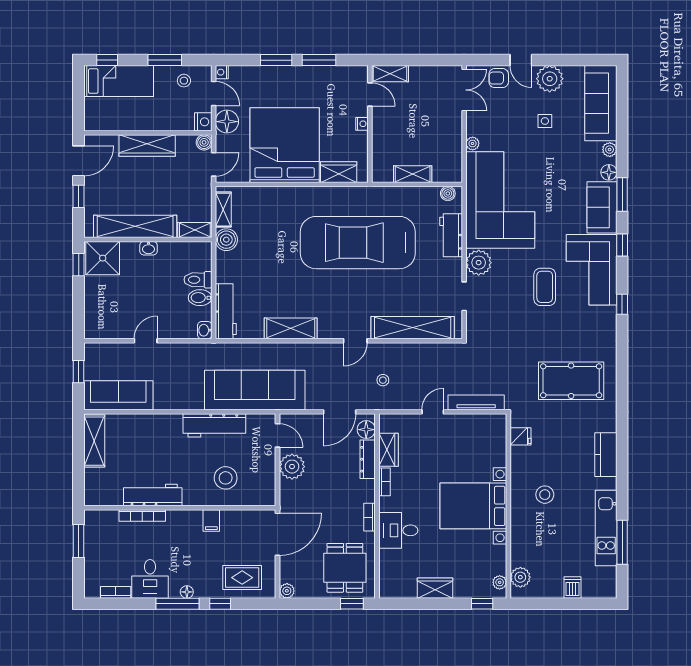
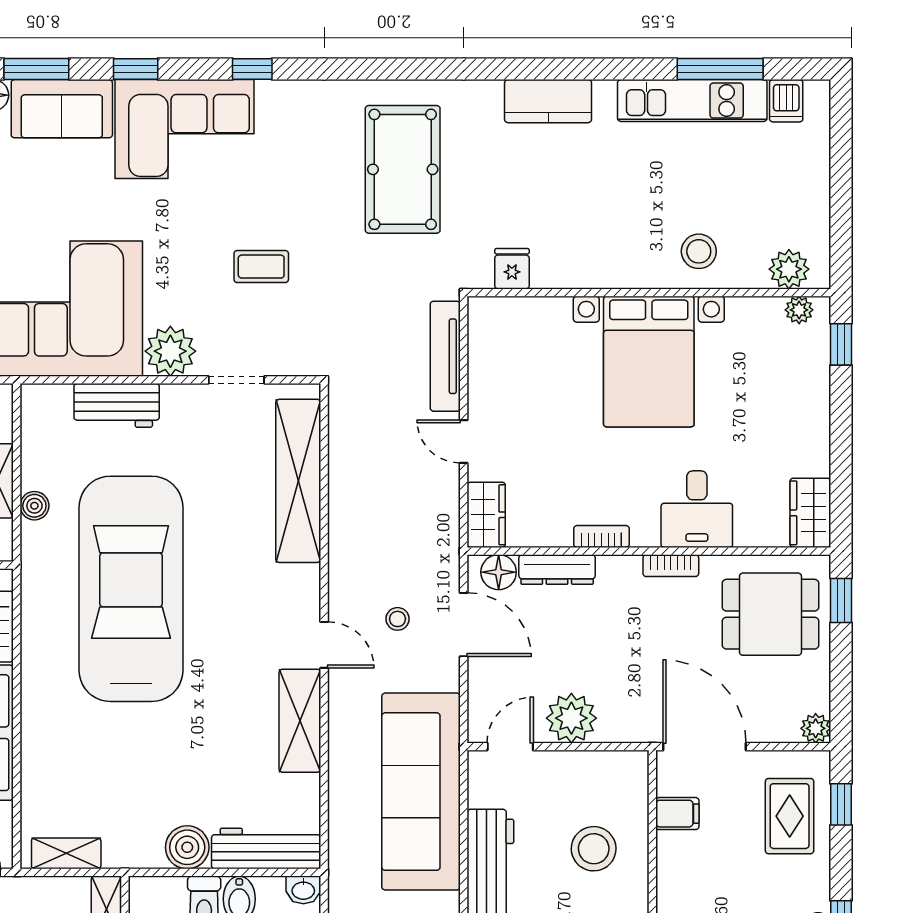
boiler: (448, 193) -> (34, 506), moved
boiler: (226, 240) -> (187, 847), moved
car: (358, 243) -> (131, 589), turned 180
coffee table: (545, 287) -> (261, 267), moved, width x0.73, depth x0.77
door: (355, 341) -> (324, 645), moved
stool: (383, 380) -> (398, 619), moved
wardrobe: (388, 450) -> (486, 515), moved, turned 90
stool: (545, 495) -> (699, 251), moved
filing cabinet: (211, 520) -> (677, 814), moved
wardrobe: (435, 588) -> (810, 513), moved
dishwasher: (572, 588) -> (786, 101), moved, turned -90
window: (220, 604) -> (841, 804), moved

